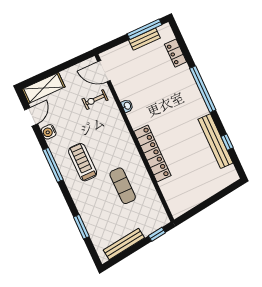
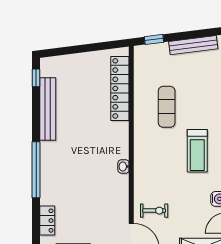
washbasin: (127, 106) -> (123, 167), moved
window: (227, 142) -> (36, 78), moved
locker: (152, 154) -> (120, 88), moved

